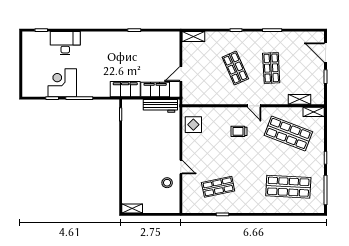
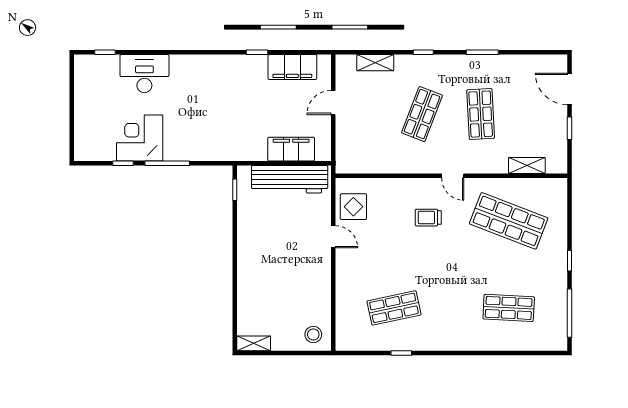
shelving: (193, 37) -> (375, 63), moved
shop shelf: (235, 68) -> (422, 114), turned 45
door: (181, 74) -> (333, 103), moved
filing cabinet: (125, 89) -> (292, 67), moved, turned 180
workbench: (160, 106) -> (290, 179), width x1.36, depth x1.32
shelving: (314, 112) -> (550, 186), removed
door: (181, 167) -> (333, 237), moved
stool: (167, 183) -> (313, 334), moved
shop shelf: (288, 187) -> (509, 308), width x0.70, depth x0.74

